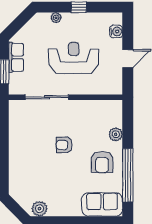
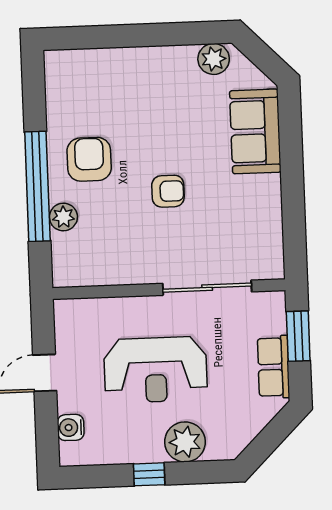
plant: (56, 18) -> (185, 442), width x1.87, depth x1.87
window: (128, 175) -> (37, 186), moved
sofa: (102, 204) -> (255, 131), moved, turned 90

